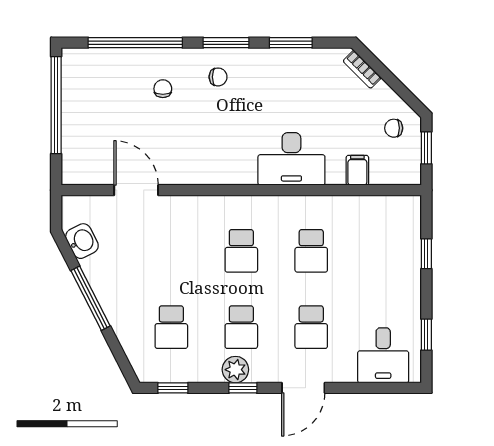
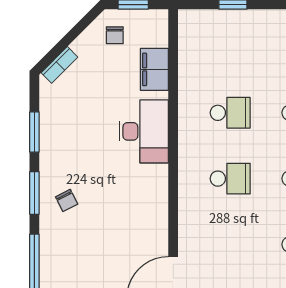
chair: (218, 77) -> (67, 200), turned 153
chair: (163, 89) -> (78, 252), removed
filing cabinet: (357, 170) -> (154, 69), width x2.00

